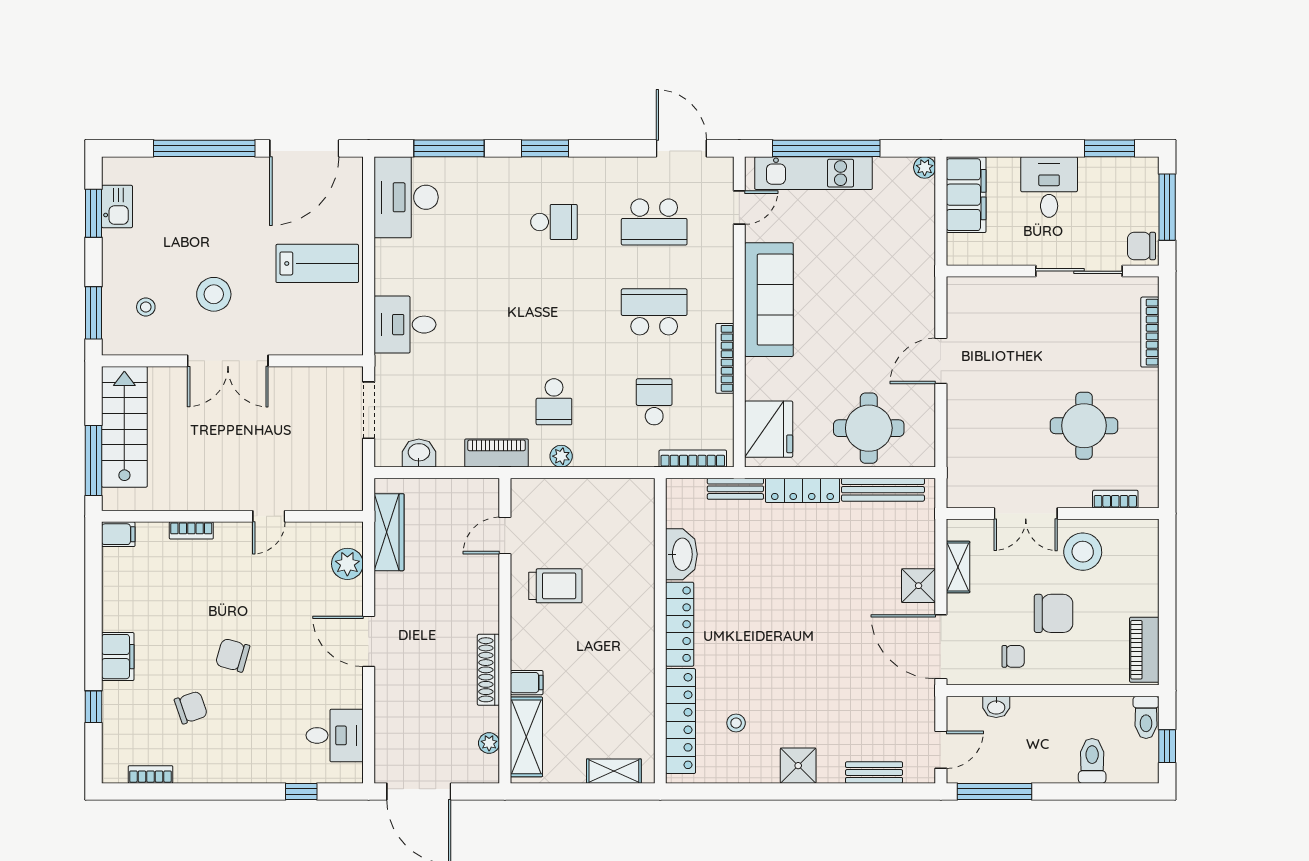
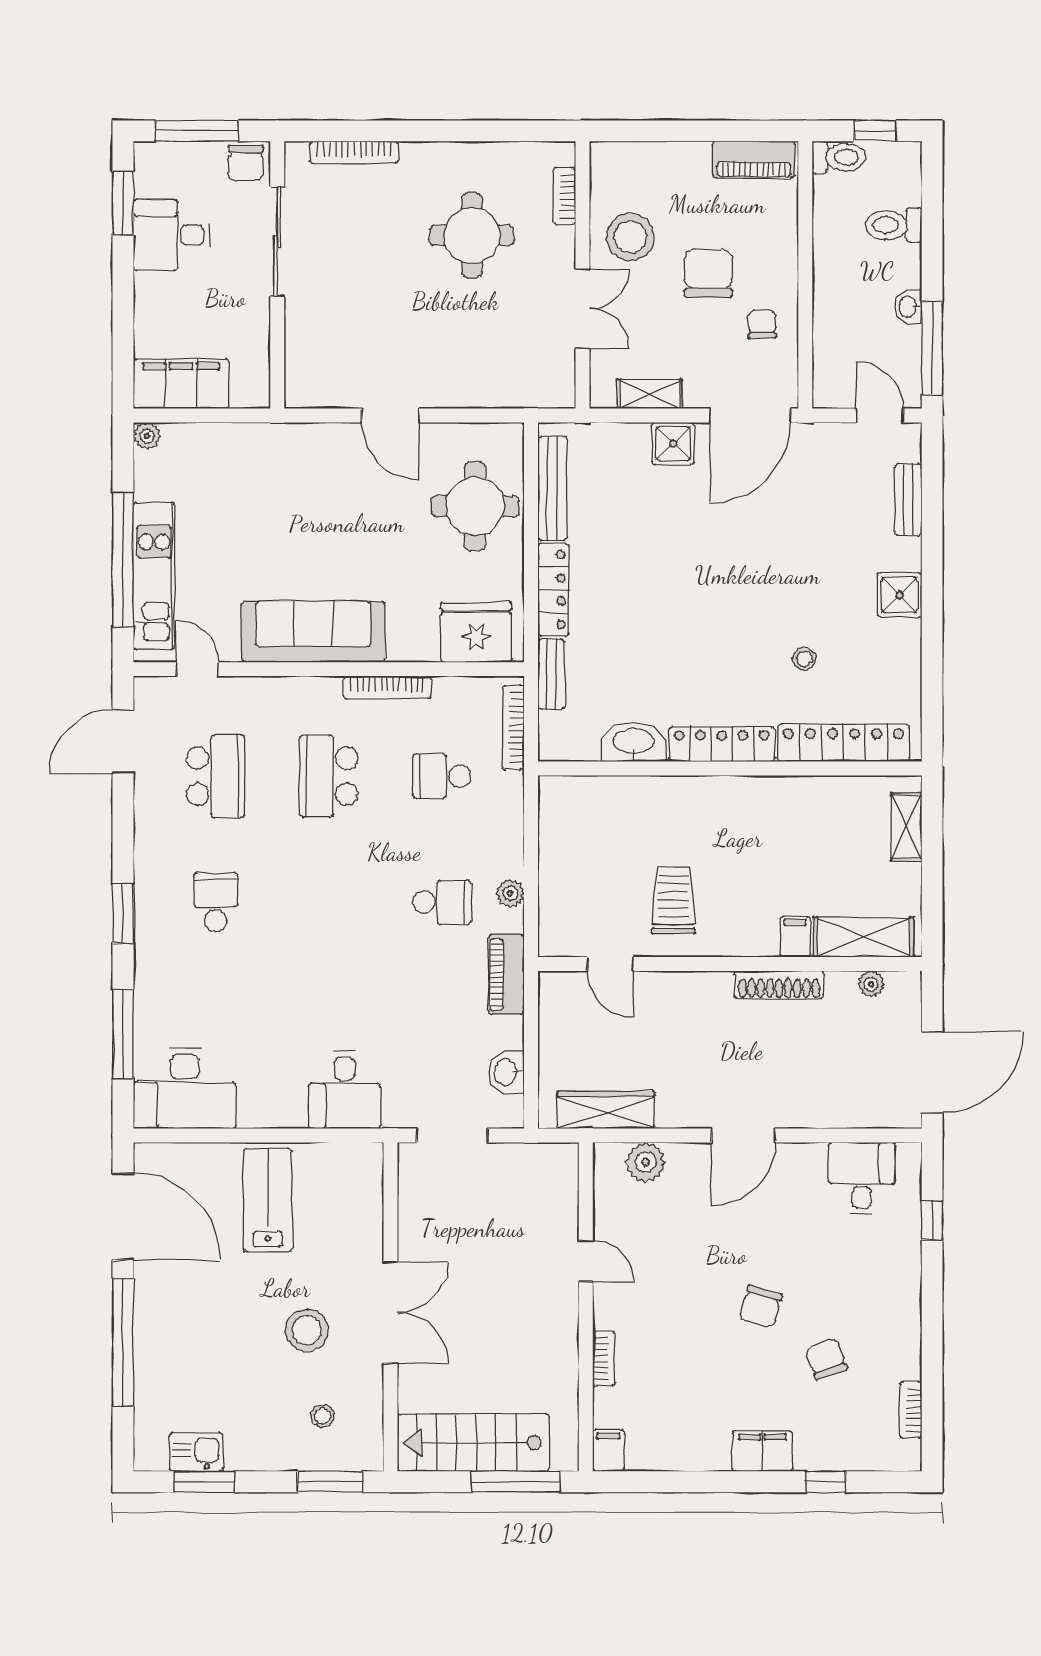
desk: (1049, 187) -> (172, 235), moved
washbasin: (996, 707) -> (908, 307), moved, turned 180
stool: (736, 723) -> (804, 659), moved

